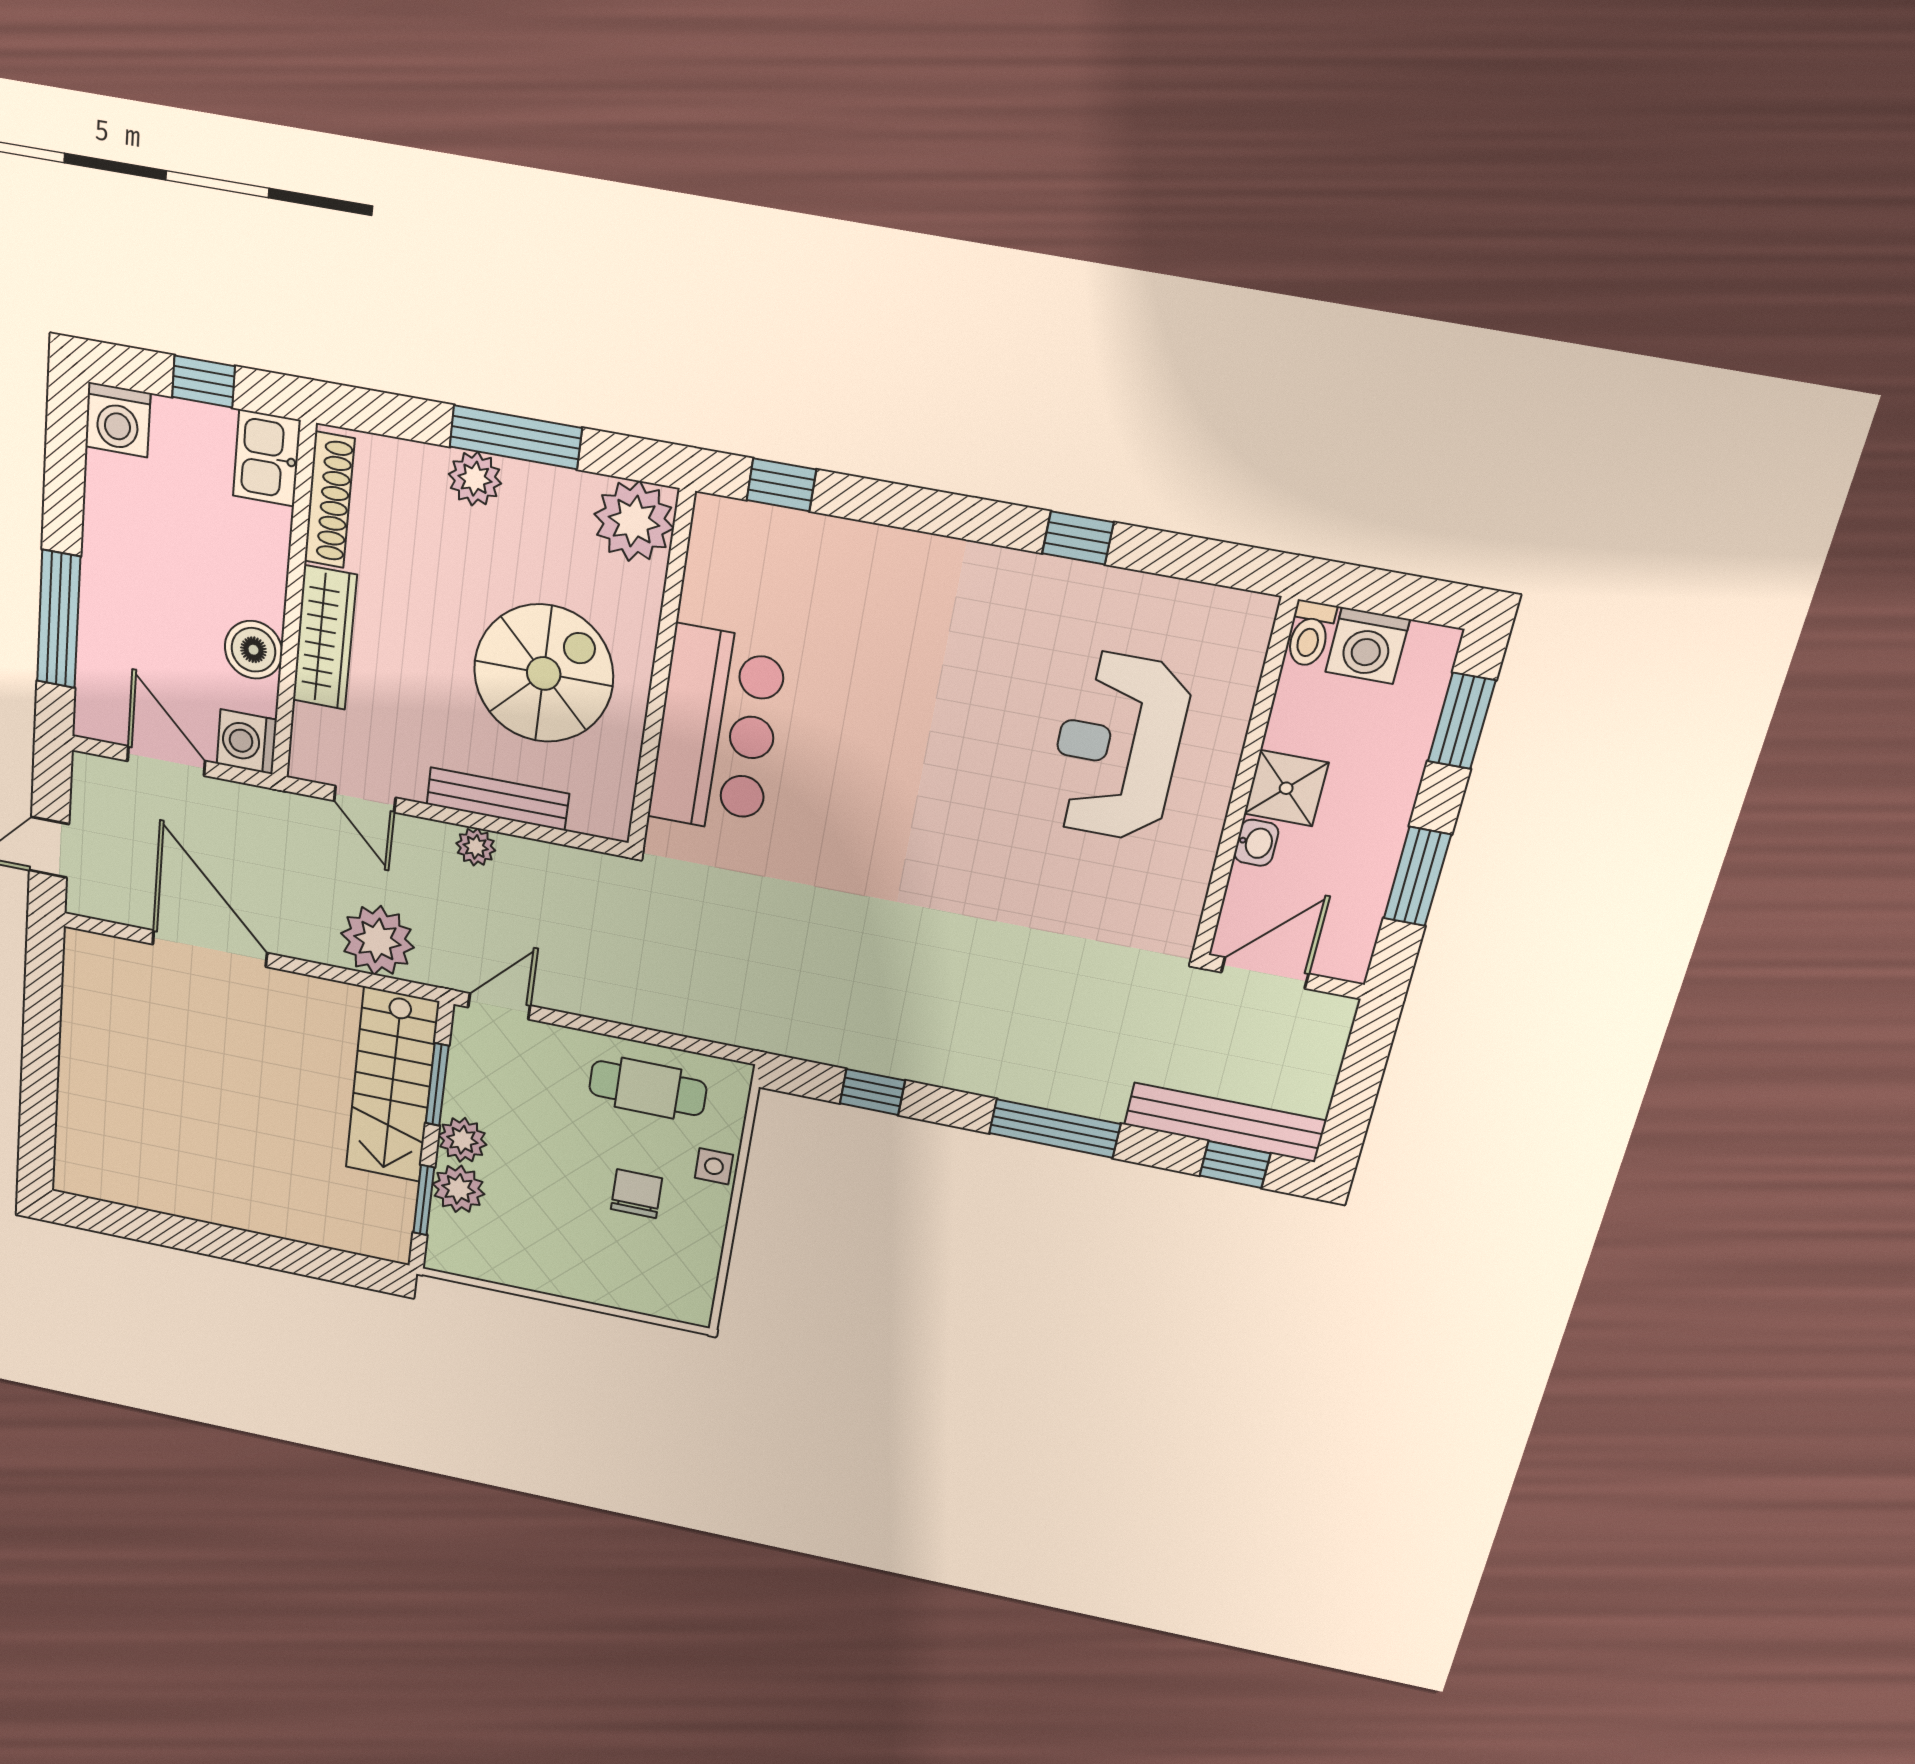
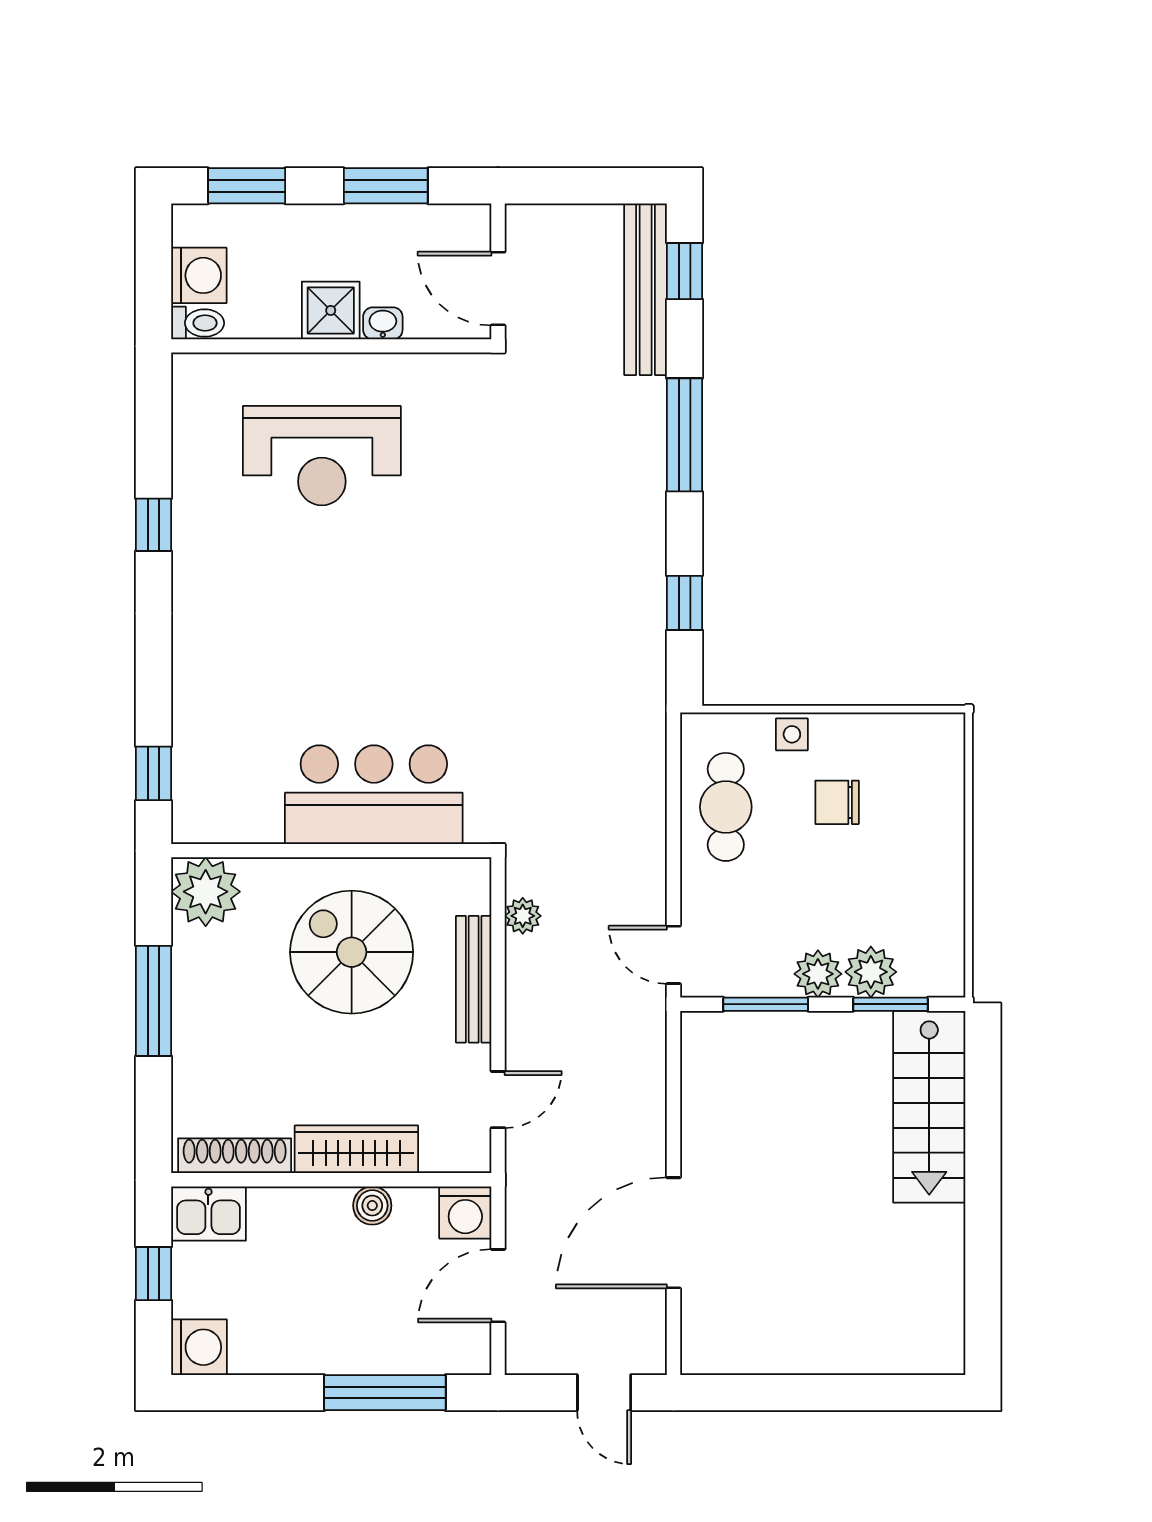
plant: (475, 479) -> (194, 1031), removed
boiler: (253, 650) -> (372, 1206), width x0.73, depth x0.73
plant: (476, 847) -> (523, 916), moved
plant: (377, 940) -> (632, 1075), removed
stairs: (392, 1085) -> (929, 1107), moved, turned 90

